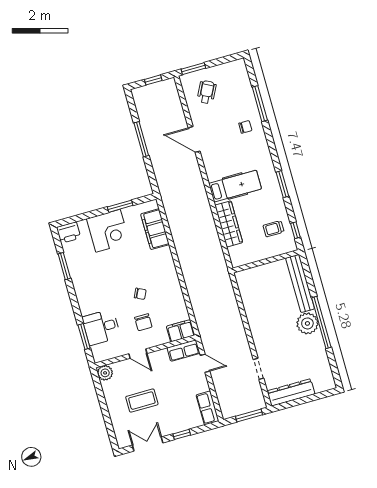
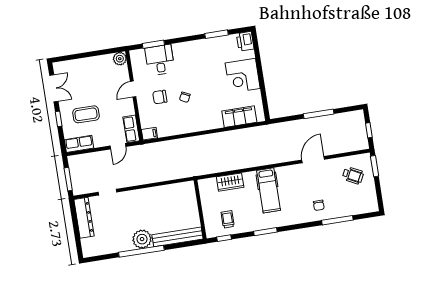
window: (120, 206) -> (263, 89), removed
wardrobe: (229, 224) -> (230, 182), width x0.67
filing cabinet: (180, 331) -> (149, 134), width x0.50
coffee table: (142, 401) -> (86, 114), moved, turned 90

